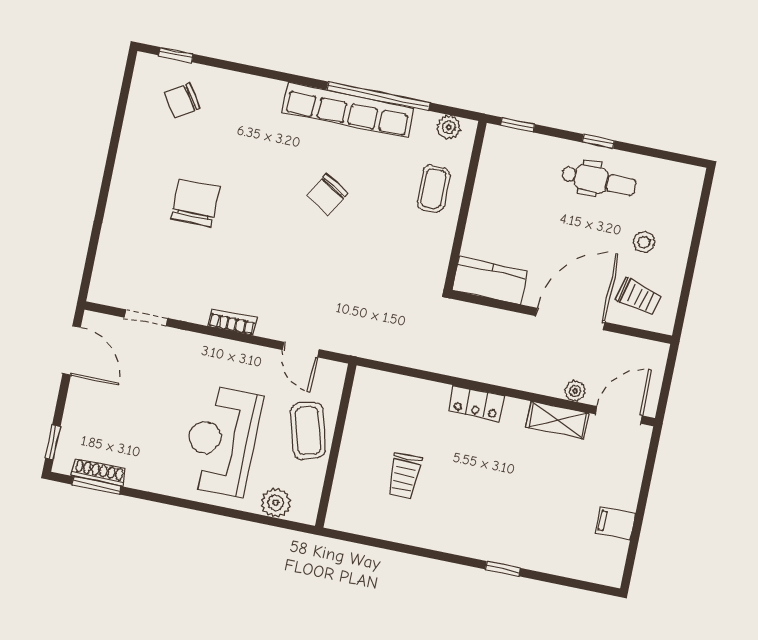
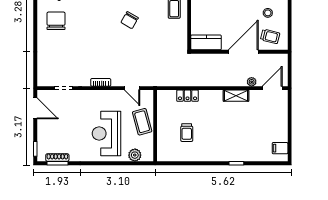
chair: (195, 203) -> (56, 21), moved
locker: (476, 404) -> (188, 96), moved
shelving: (558, 420) -> (236, 96), moved
filing cabinet: (615, 523) -> (280, 148), moved

